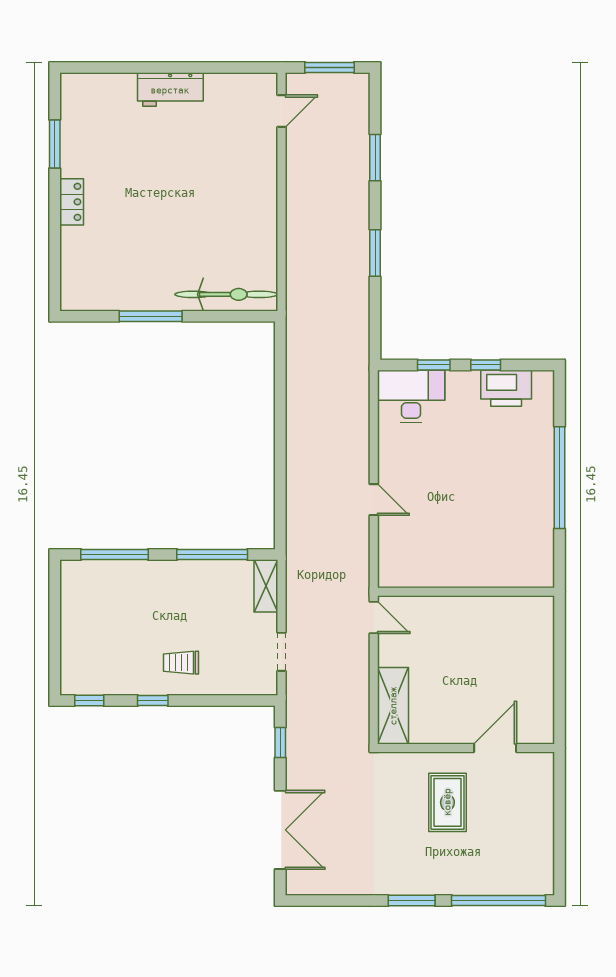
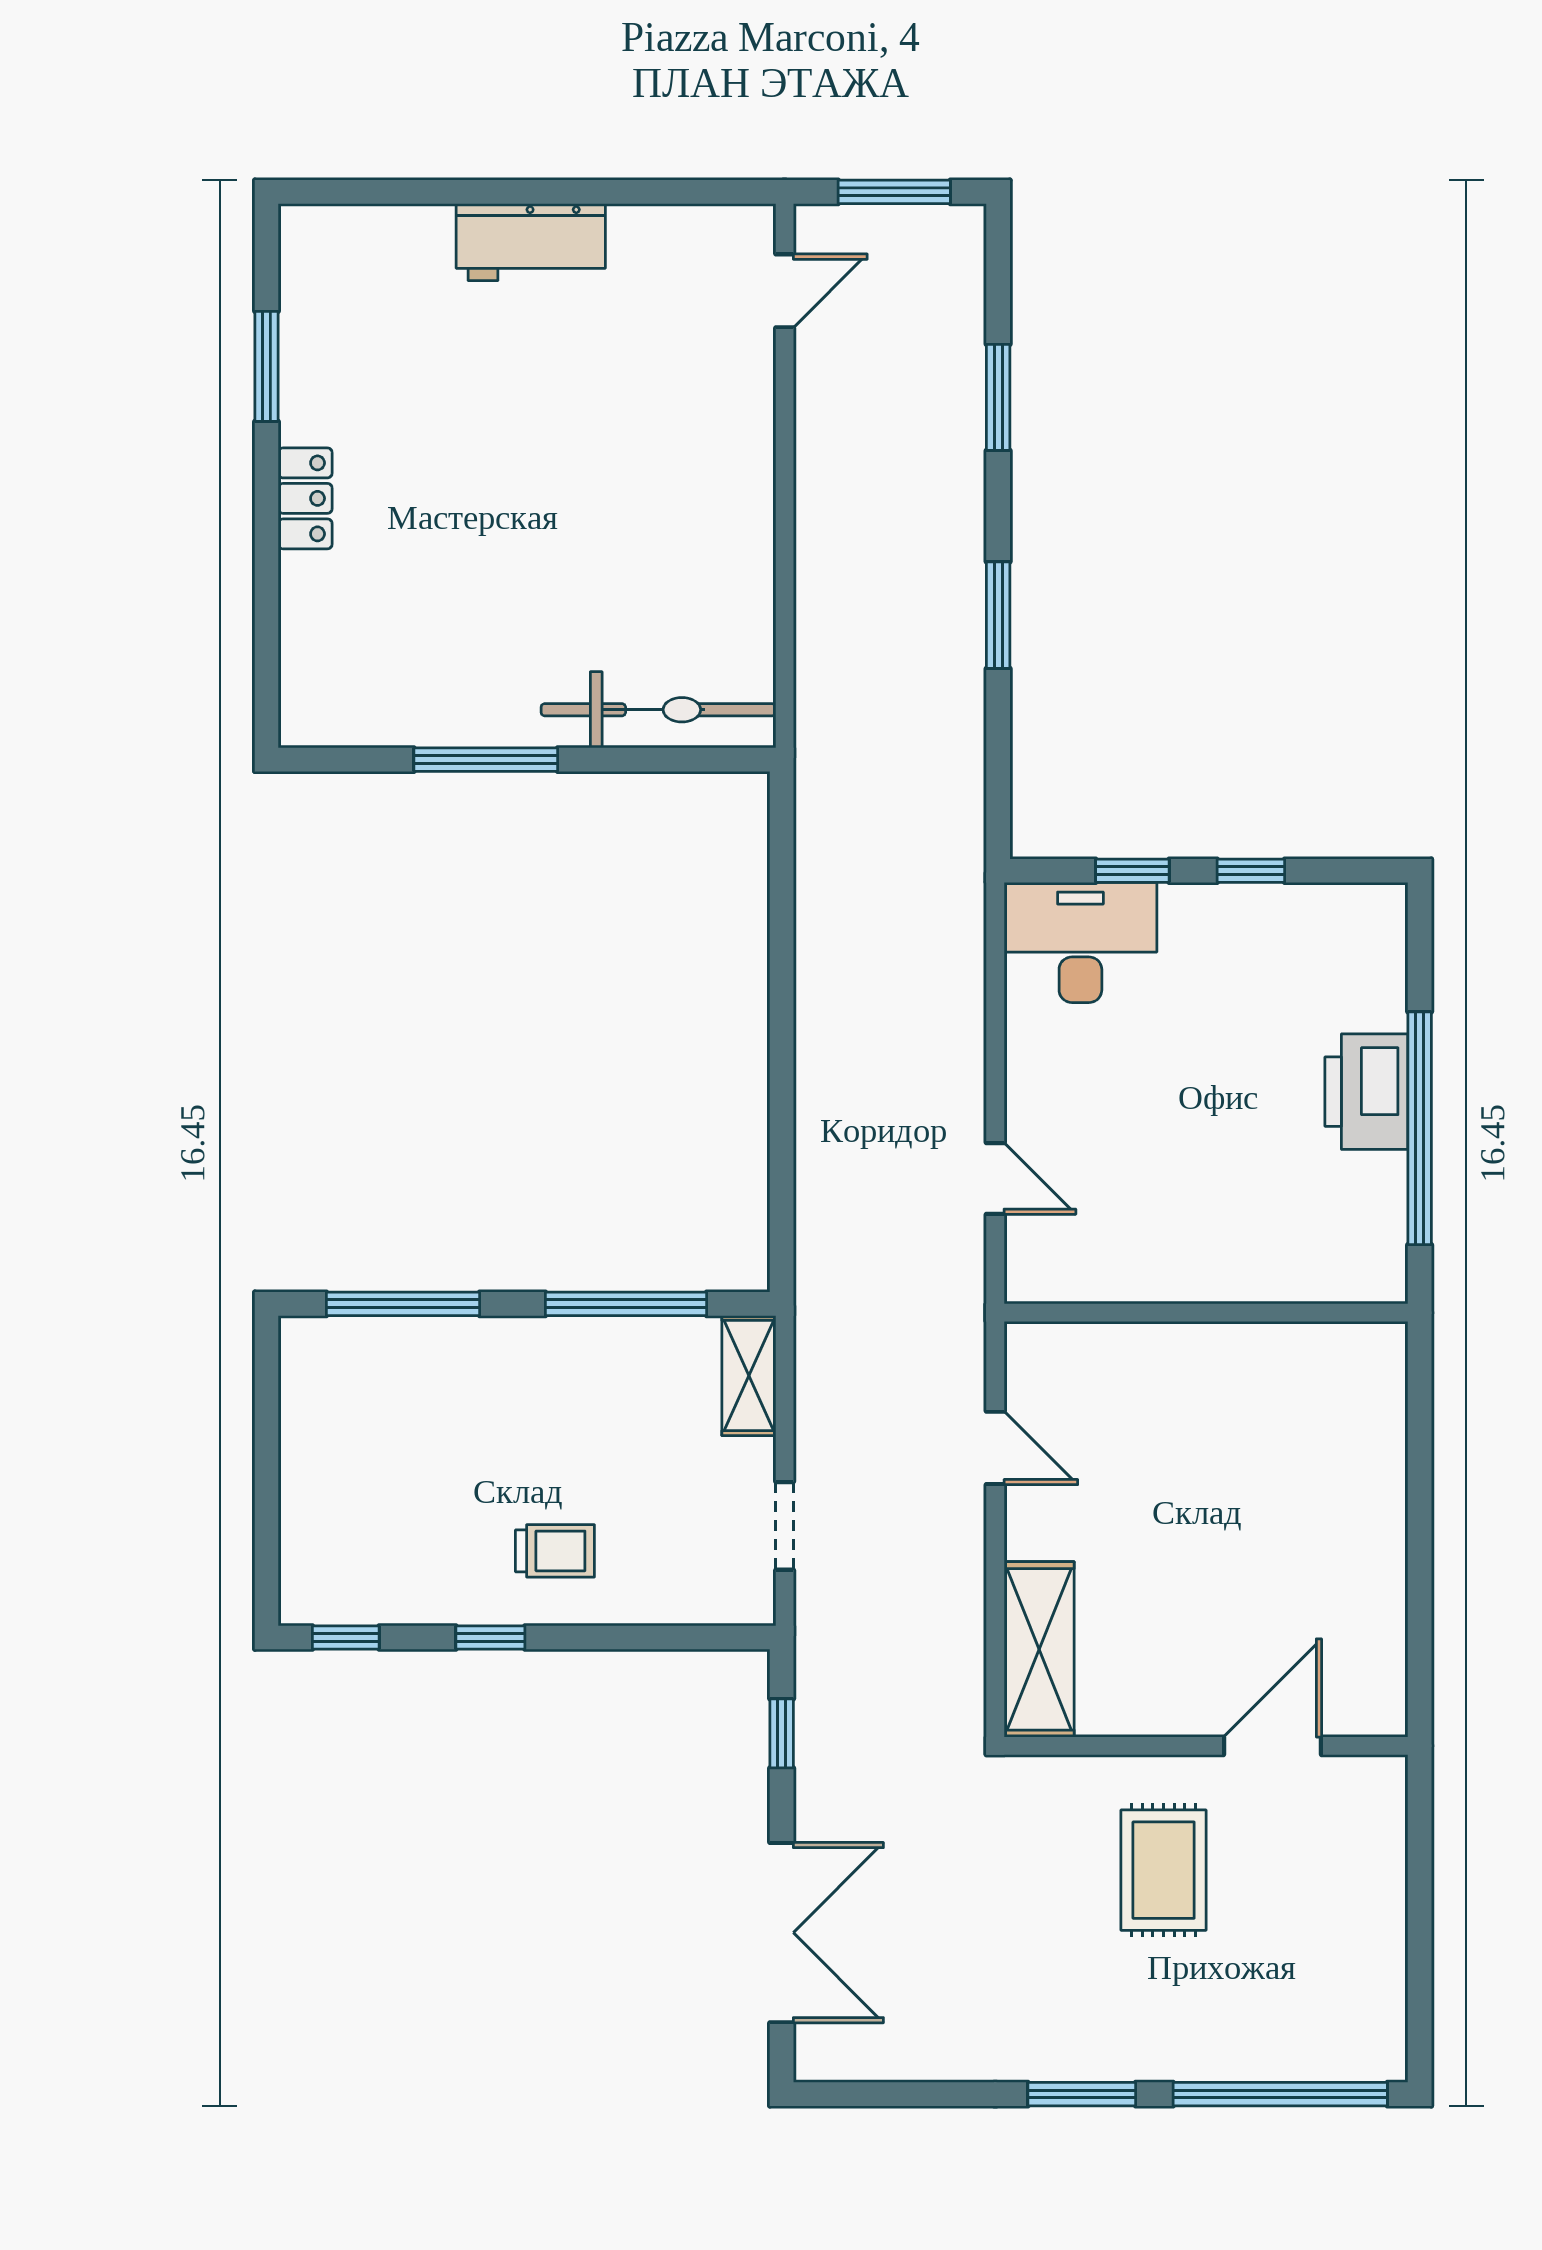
printer: (506, 388) -> (1366, 1092), moved, turned 90
wall: (466, 592) -> (1206, 1313), moved
trolley: (181, 663) -> (555, 1551), turned 180

